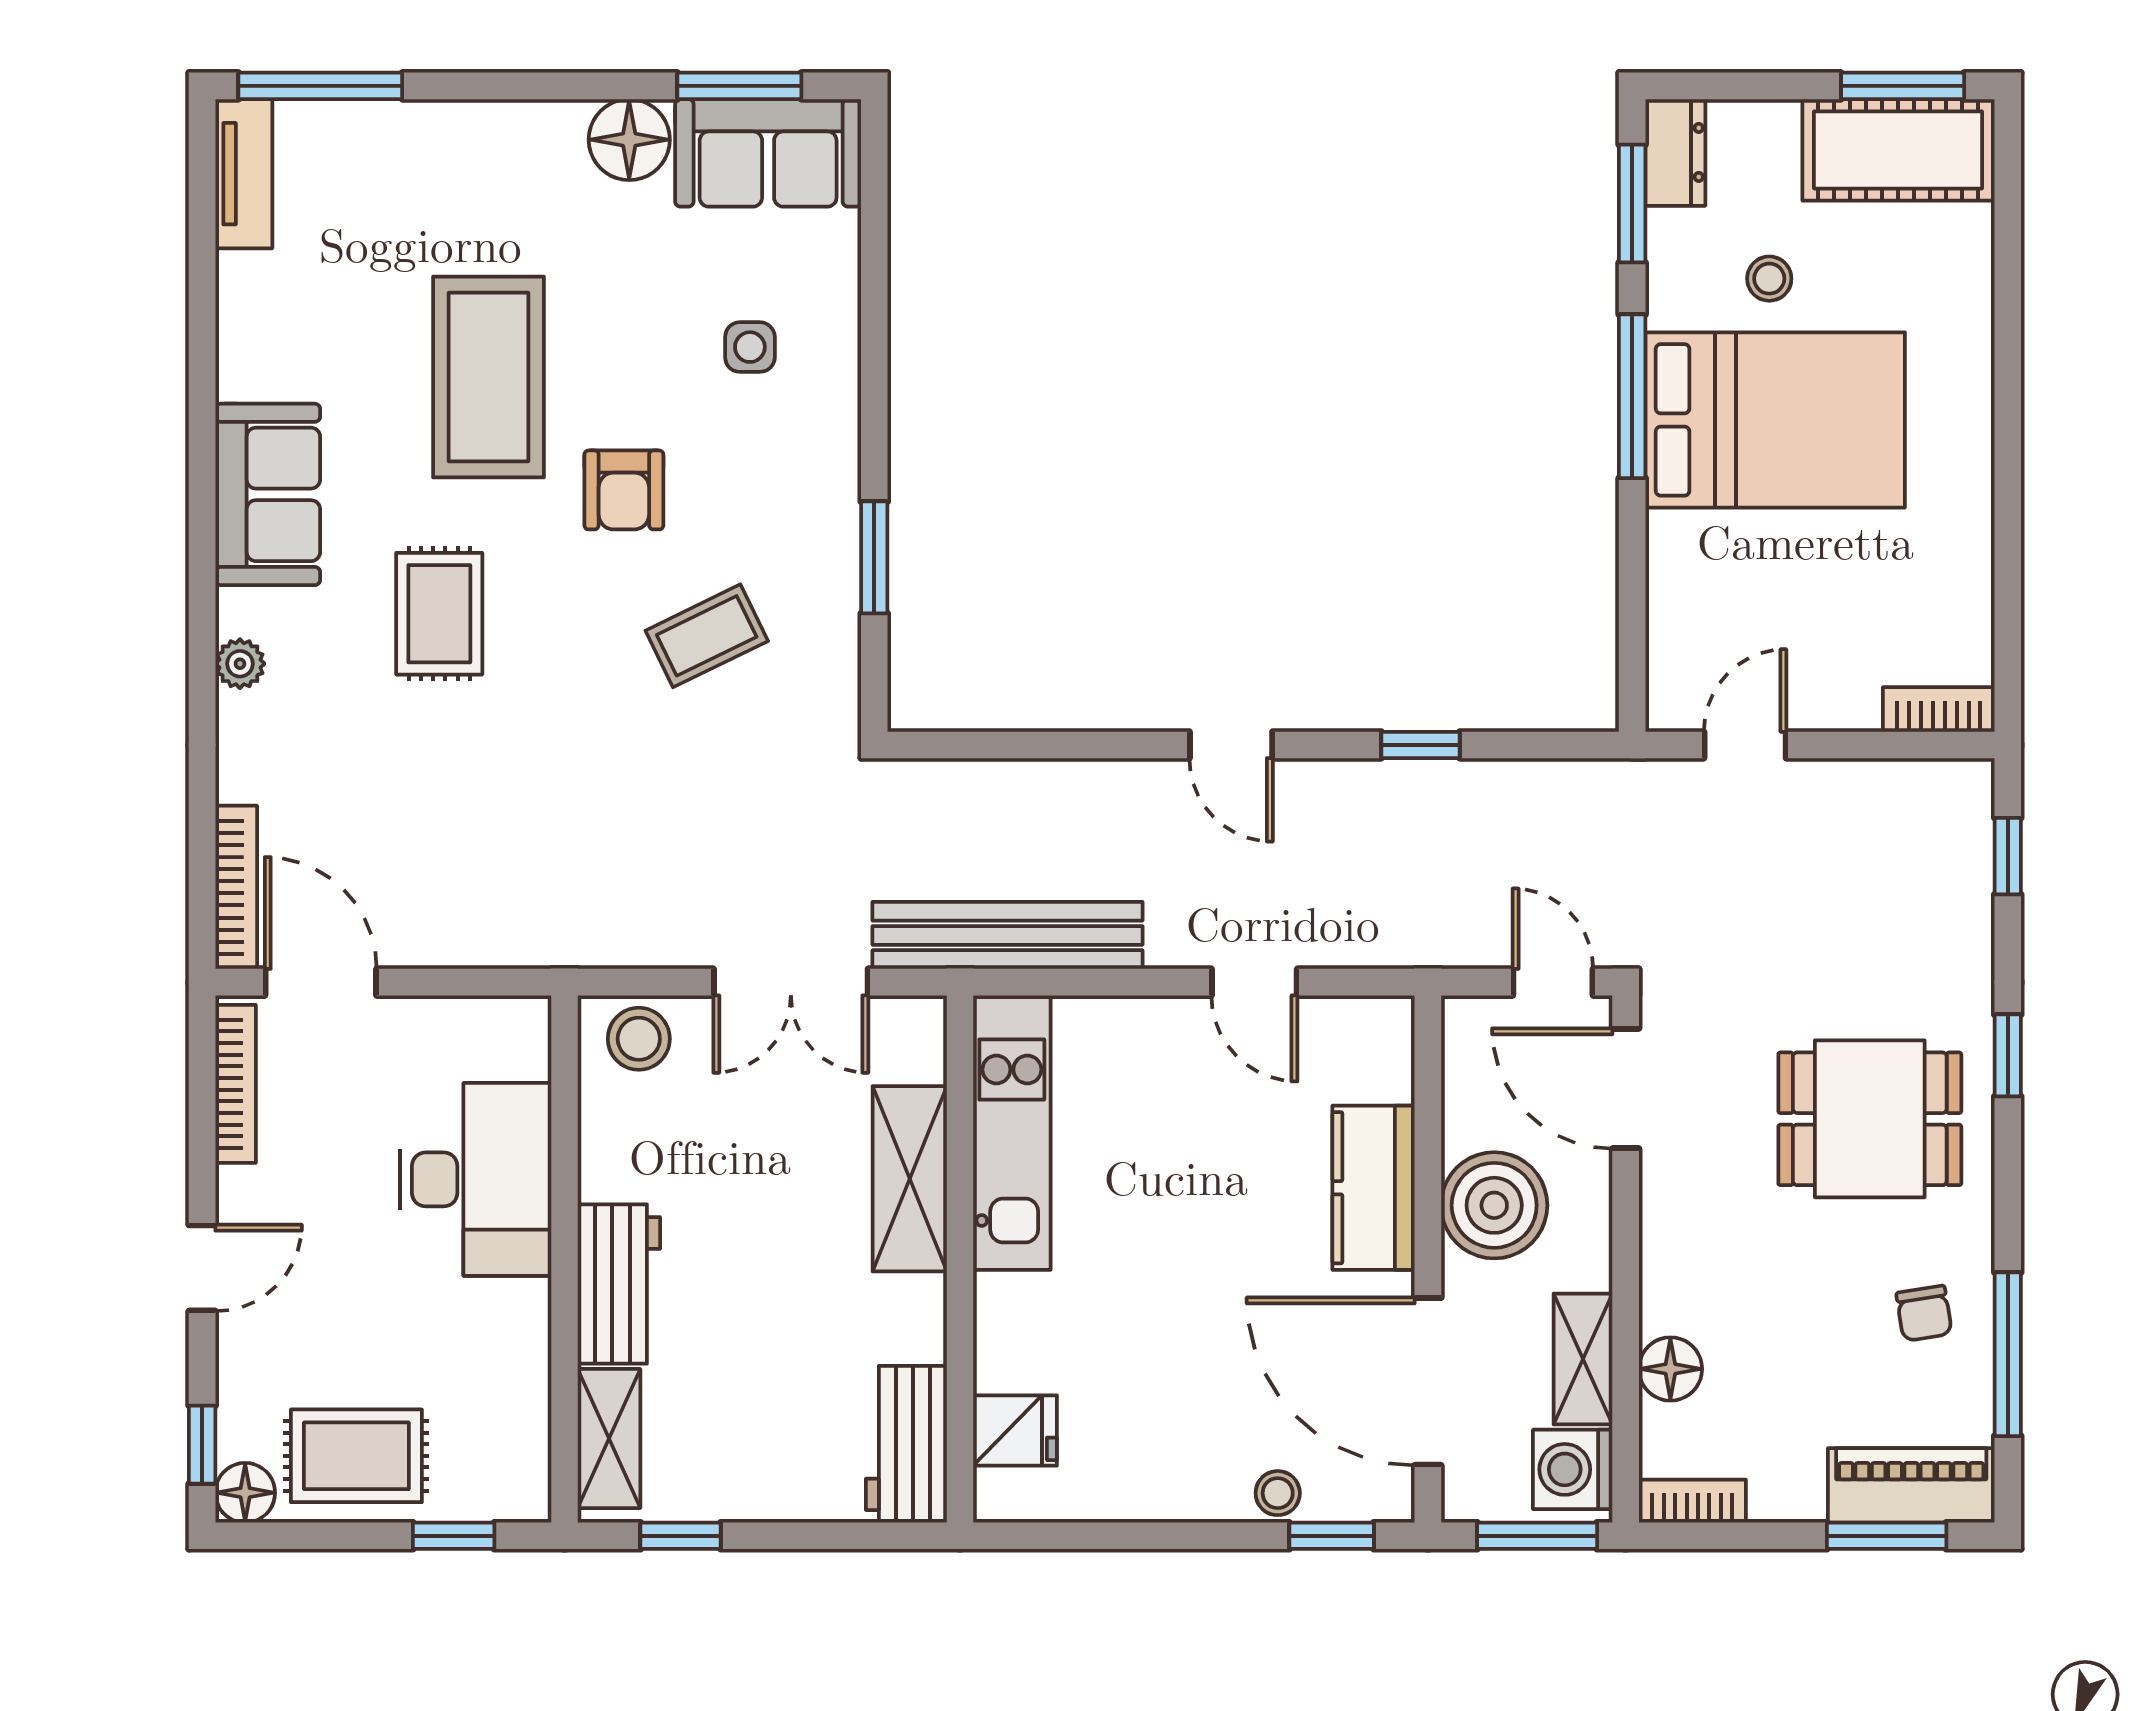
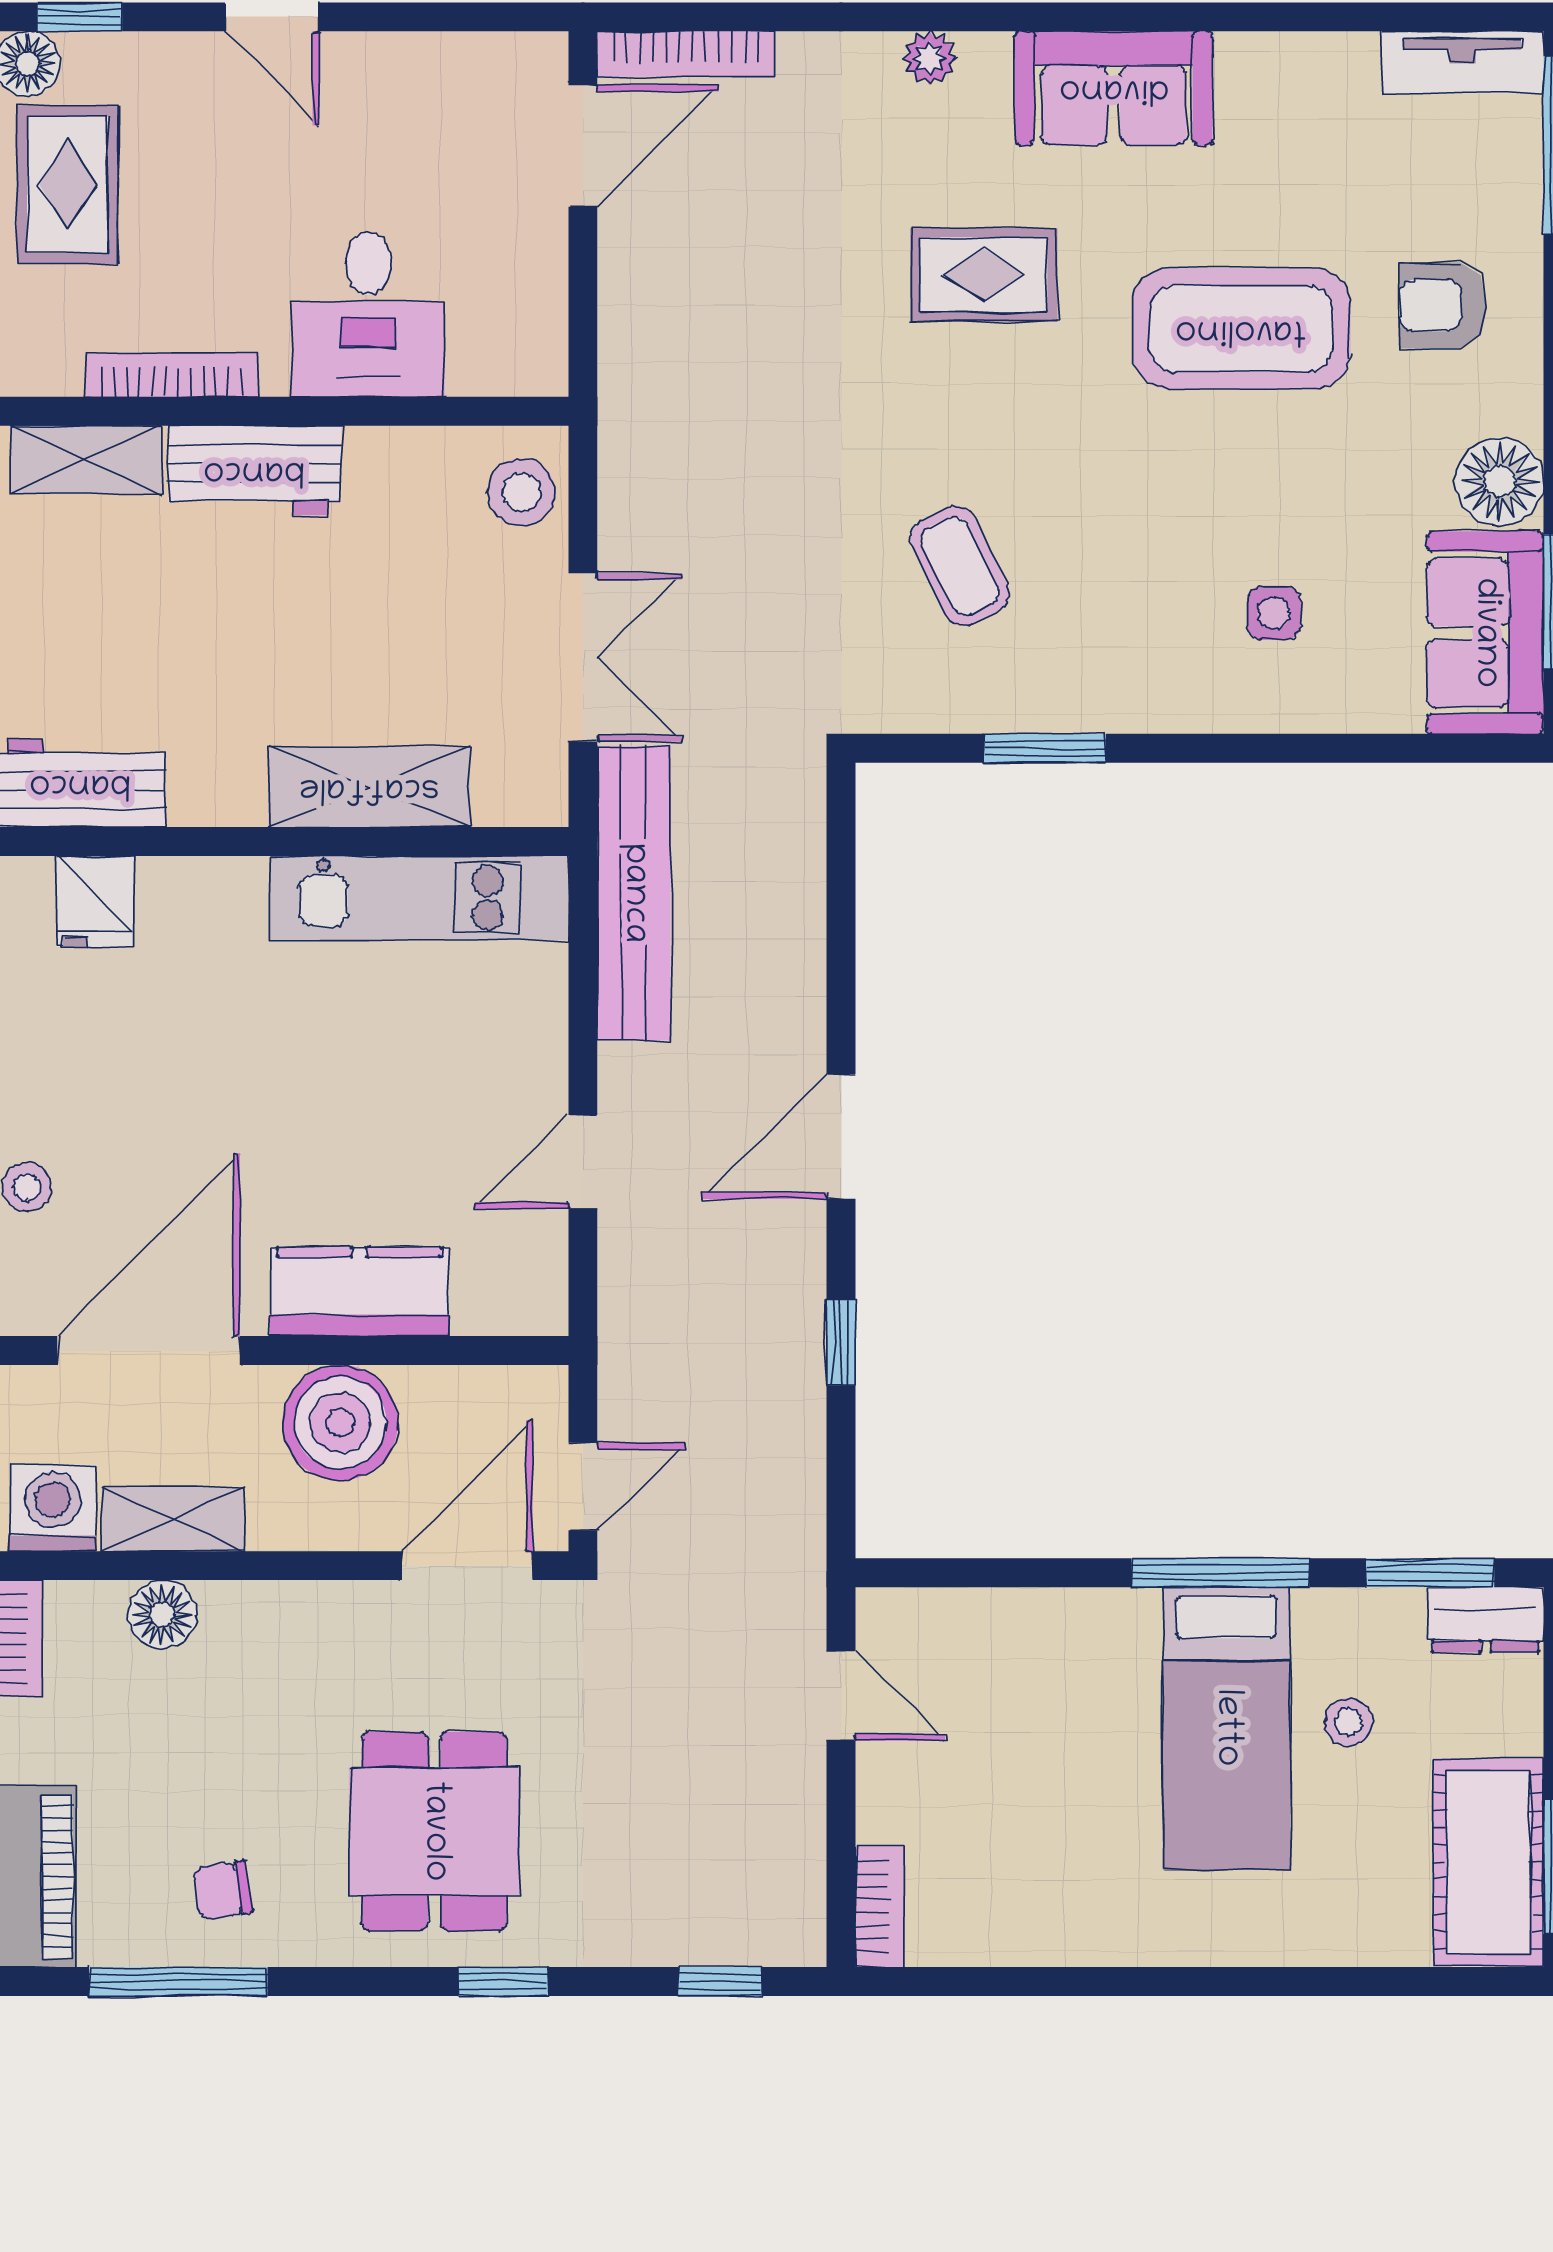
bed: (1775, 420) -> (1226, 1728), width x0.67
armchair: (624, 490) -> (1443, 305), moved
door: (1231, 745) -> (841, 1136), width x1.38
double door: (791, 982) -> (583, 657), swing flipped
bookcase: (236, 1084) -> (172, 375), moved, turned 180
desk: (476, 1179) -> (368, 314), width x0.73

